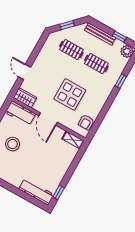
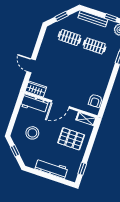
display table: (70, 94) -> (76, 78), removed
door: (48, 119) -> (60, 104), hinge flipped
pallet: (53, 158) -> (71, 139), added
workbench: (36, 192) -> (51, 168), moved

